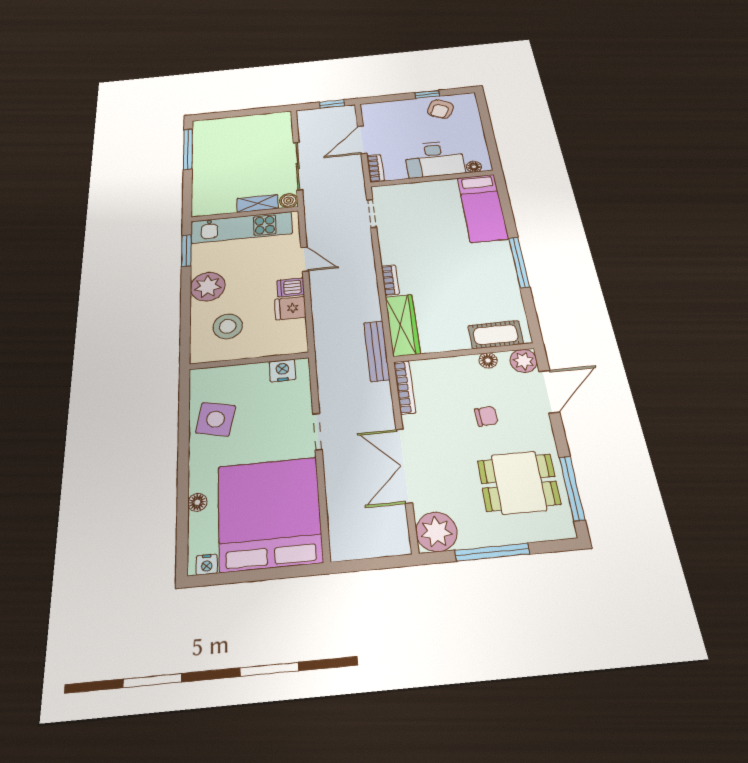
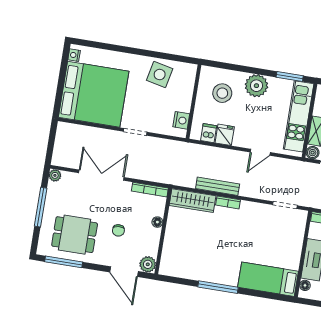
dishwasher: (291, 287) -> (209, 133), moved
cot: (496, 335) -> (170, 254), removed
bench: (377, 351) -> (218, 186), moved
floor lamp: (488, 360) -> (157, 222), moved
dining table: (519, 482) -> (75, 235), turned 90
floor lamp: (197, 502) -> (111, 56), removed
plant: (436, 532) -> (55, 175), width x0.53, depth x0.53

